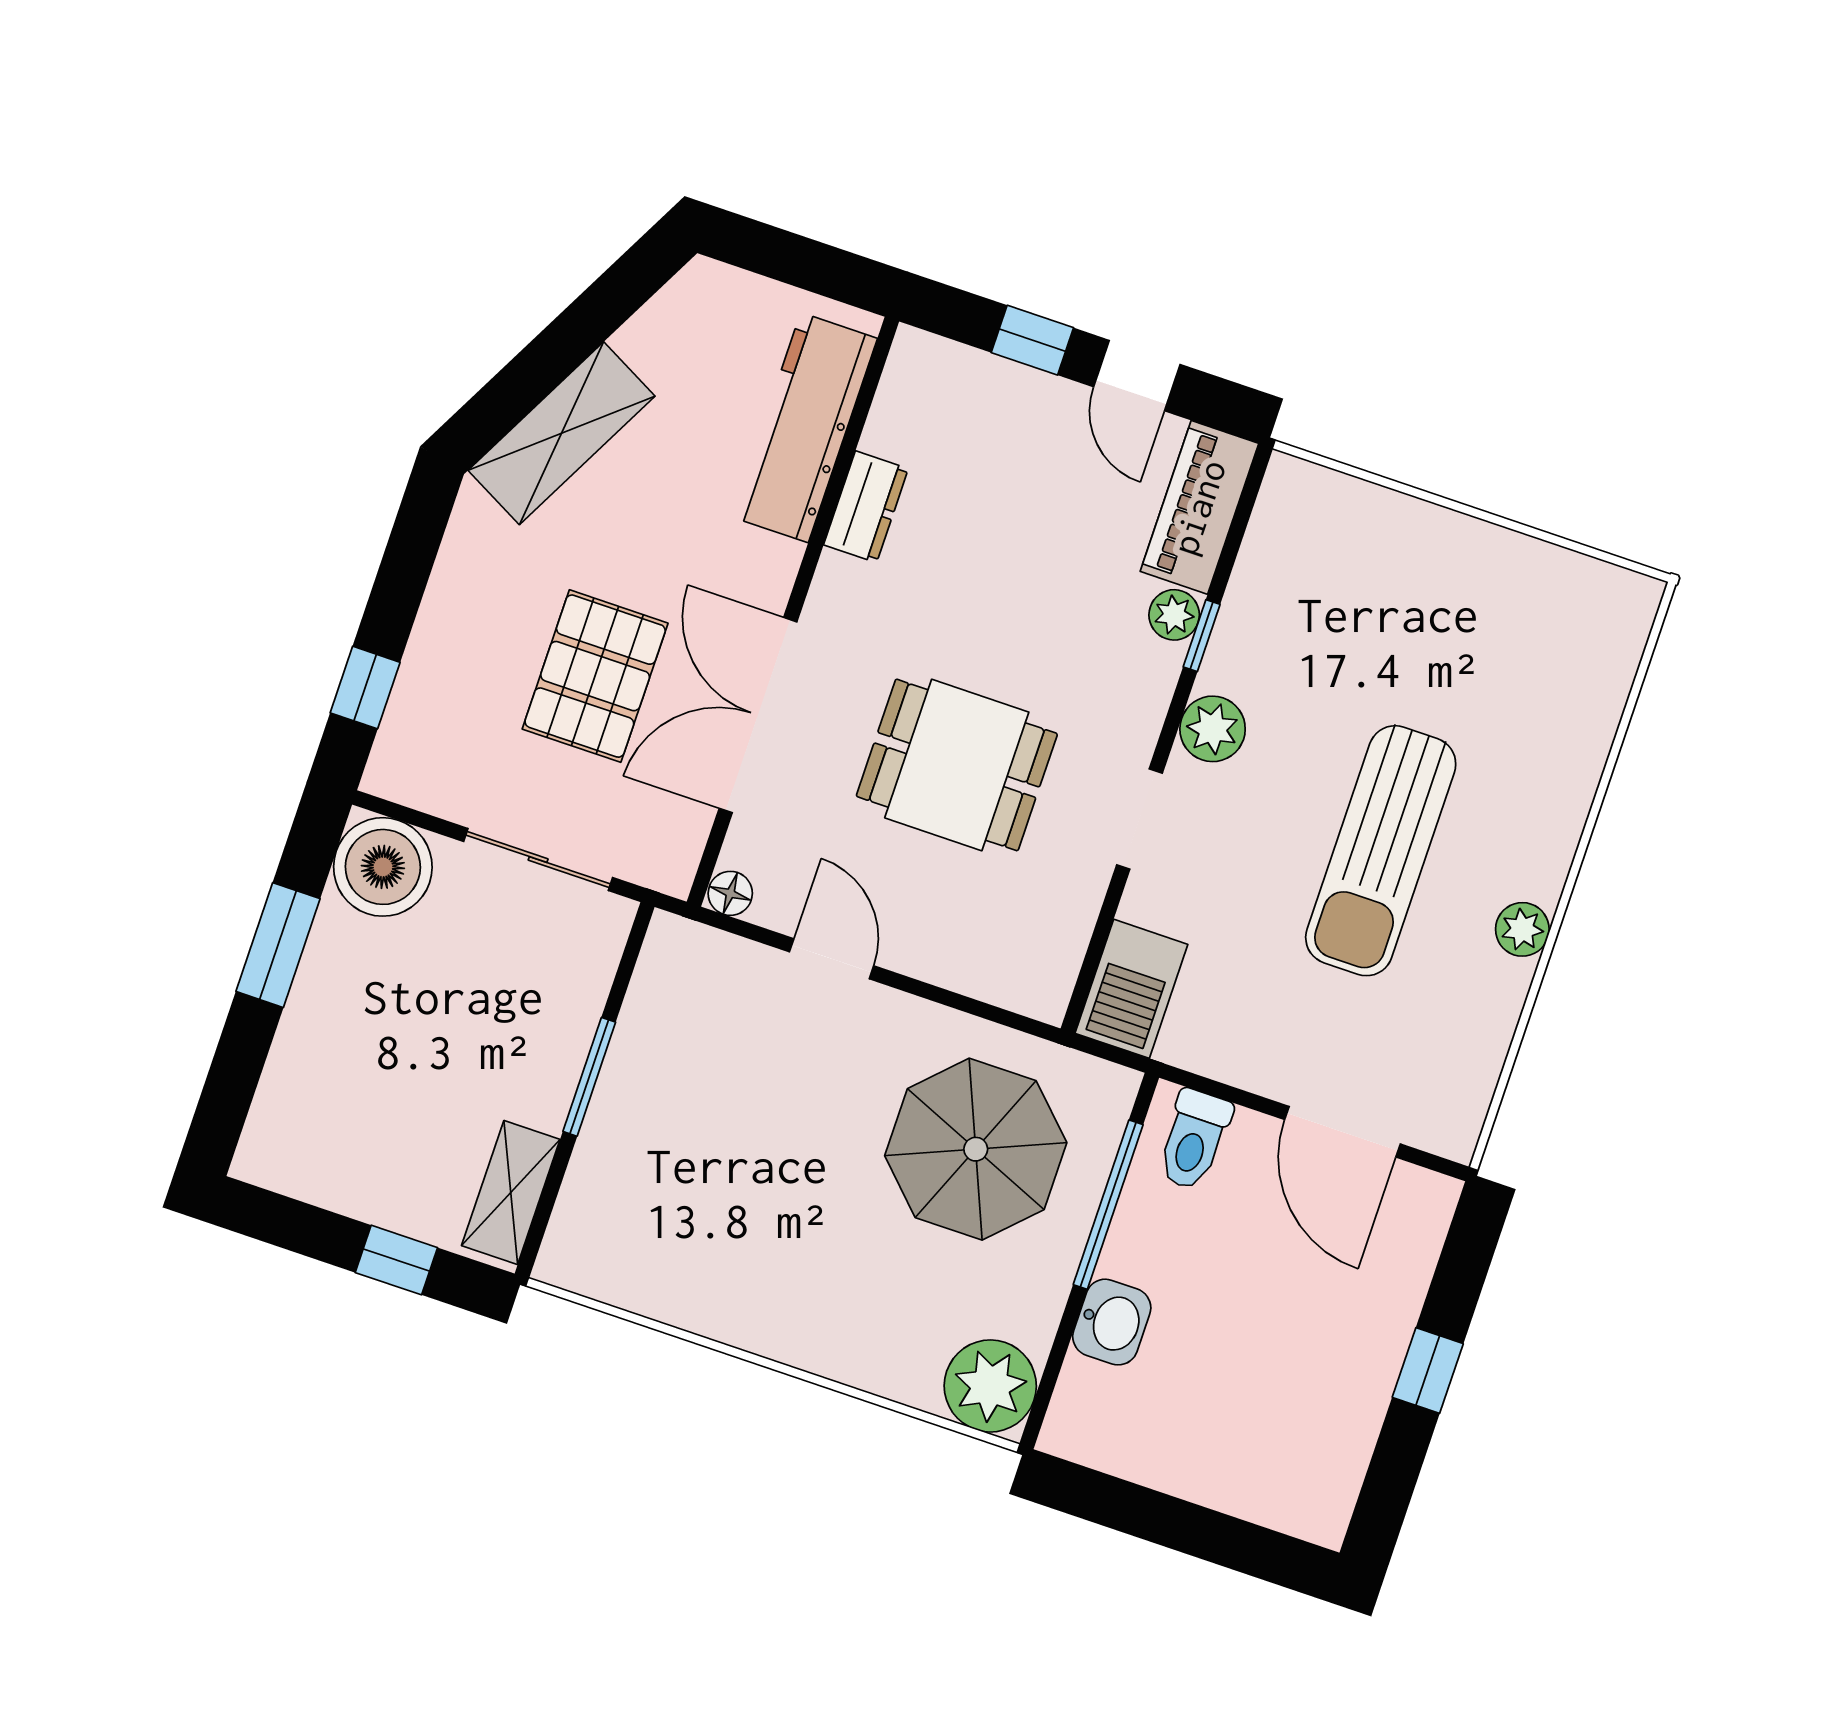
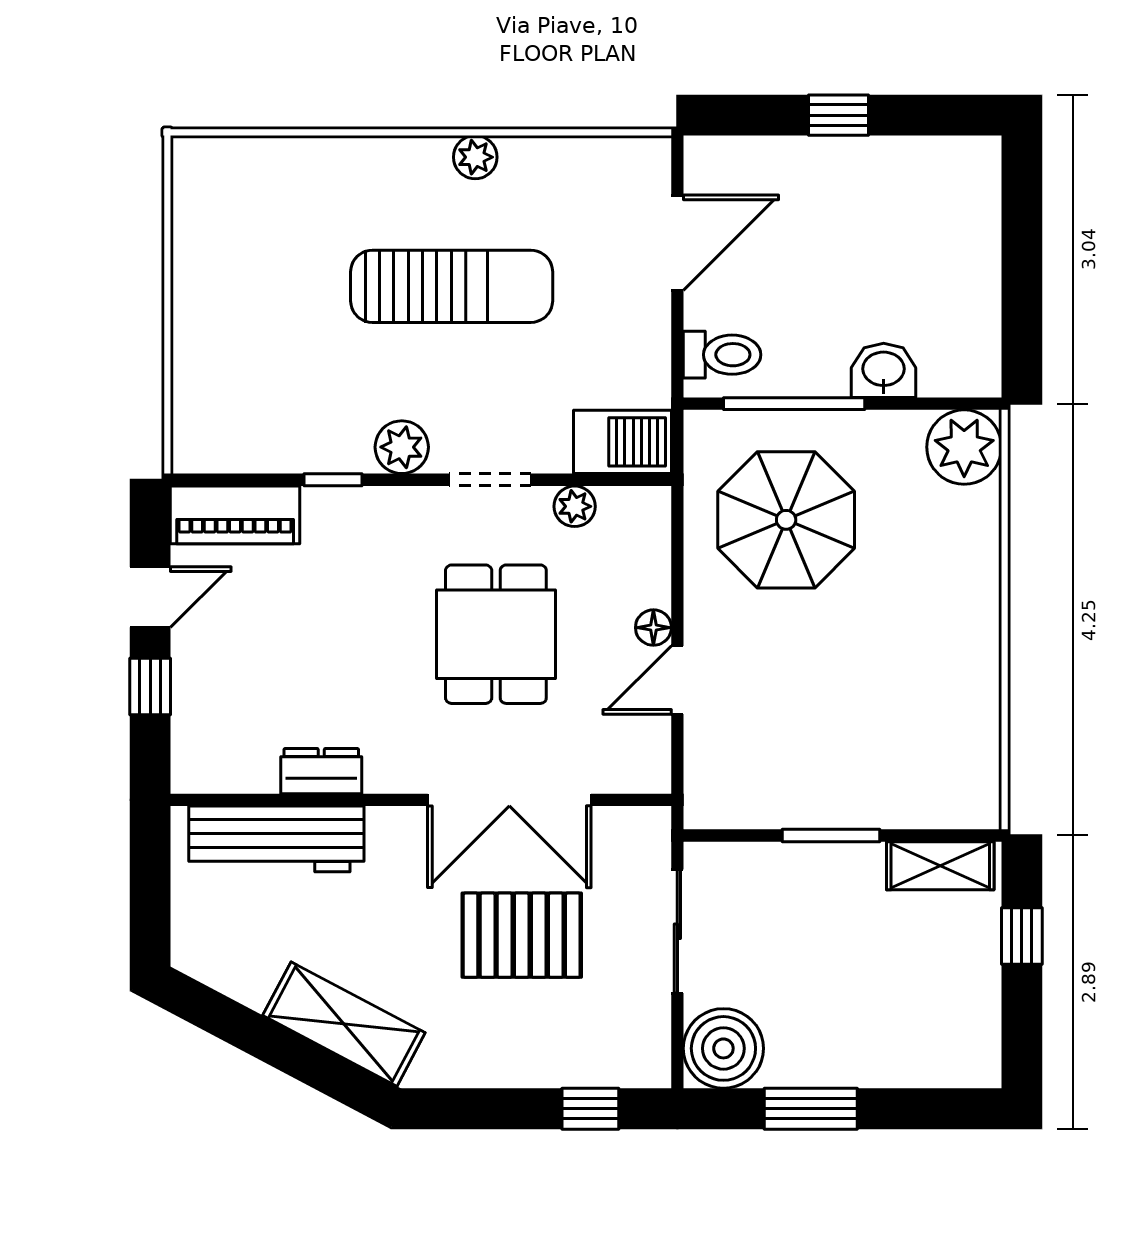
plant: (1174, 615) -> (575, 506), moved
floor lamp: (730, 893) -> (653, 628), moved

